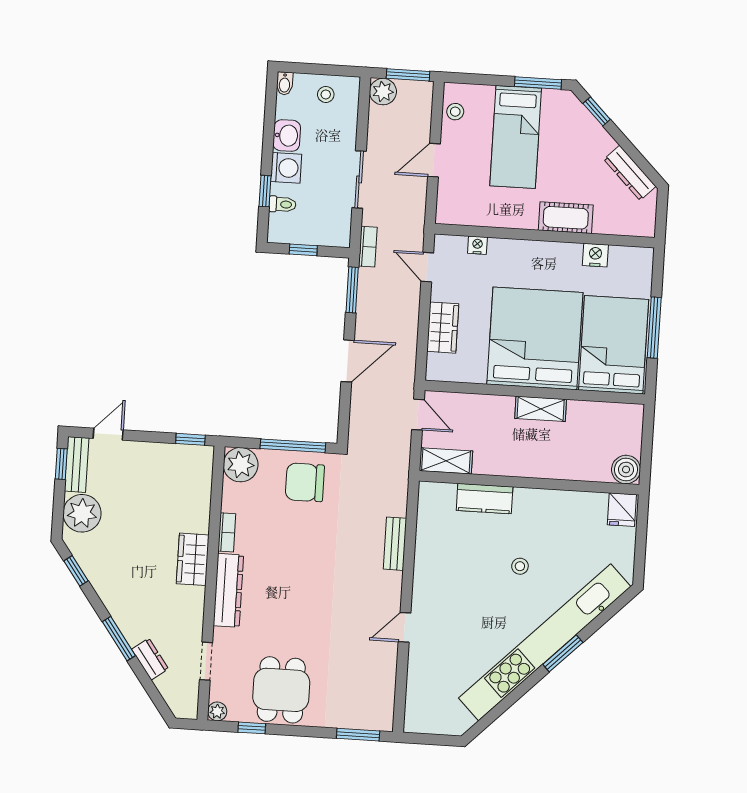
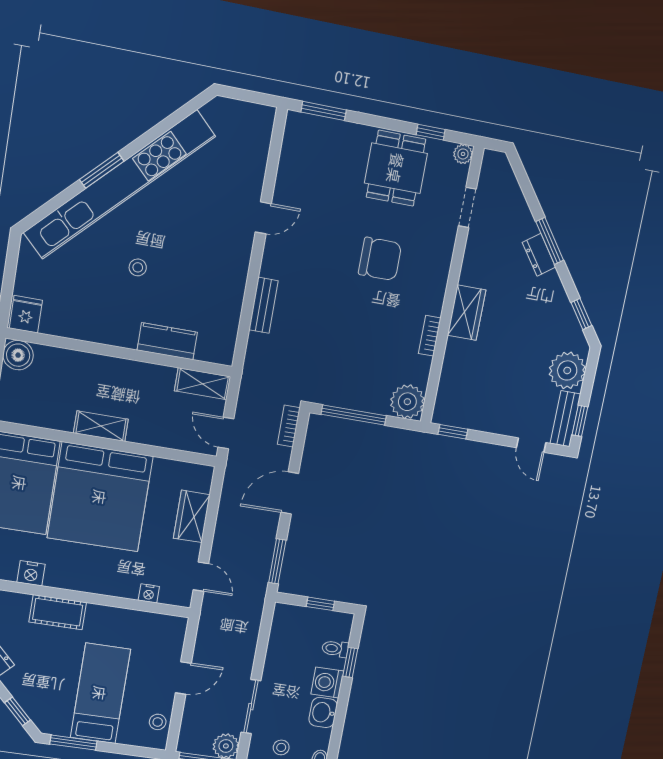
sliding door: (359, 179) -> (251, 707), moved
bookcase: (368, 247) -> (289, 426), moved
door: (108, 434) -> (531, 445), hinge flipped
chair: (305, 482) -> (380, 259), moved
dresser: (228, 590) -> (436, 277), removed
dresser: (150, 659) -> (539, 255), moved

